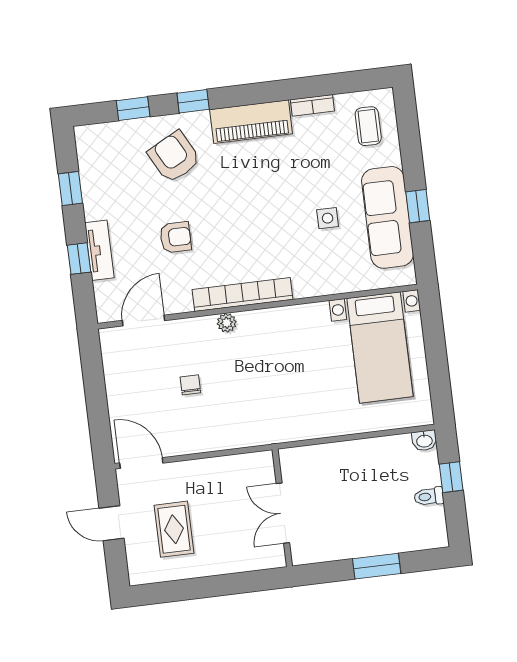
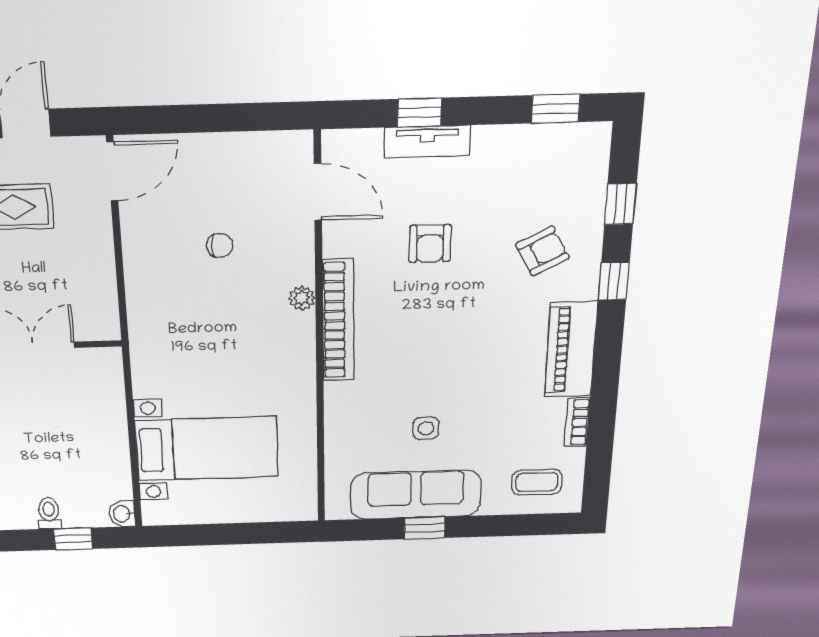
armchair: (174, 157) -> (542, 251), width x0.72, depth x0.72
window: (70, 188) -> (556, 109), moved
bed with nightstands: (380, 347) -> (207, 449), moved, turned 180

